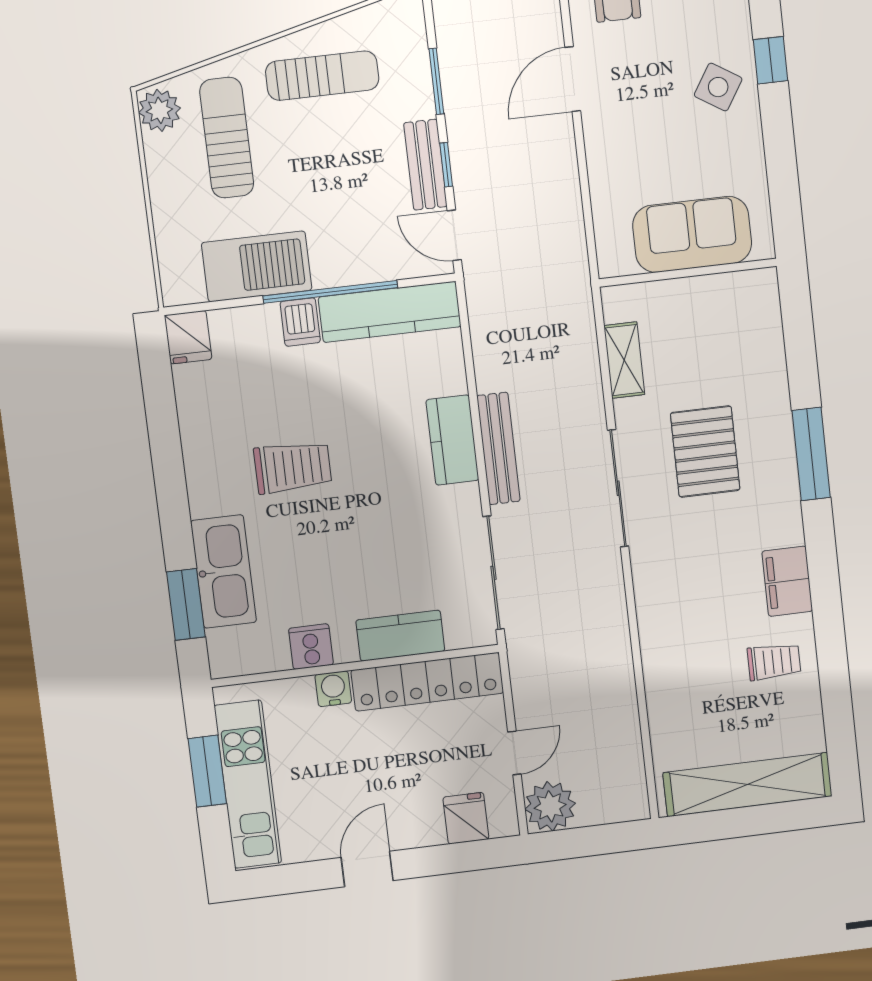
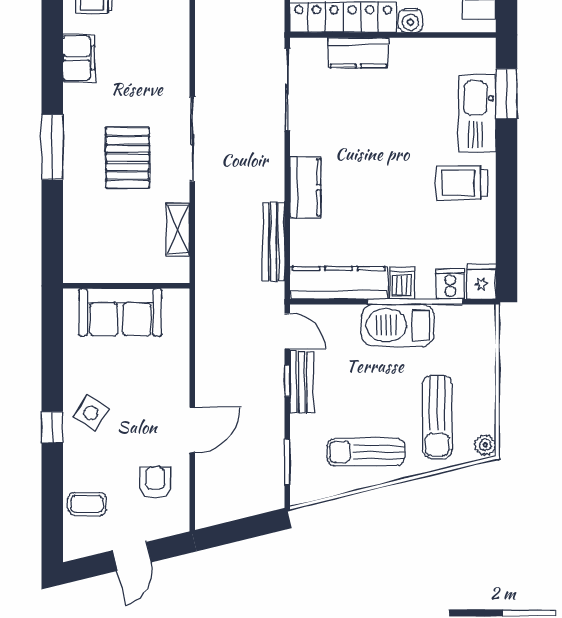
window: (436, 81) -> (287, 462), moved
plant: (159, 110) -> (485, 445), width x0.73, depth x0.73
barbecue: (257, 266) -> (398, 325), moved
window: (330, 292) -> (415, 302), moved
bench: (498, 448) -> (274, 242), moved
trolley: (293, 467) -> (462, 183), moved
cooker: (311, 647) -> (450, 284), moved, turned 180

